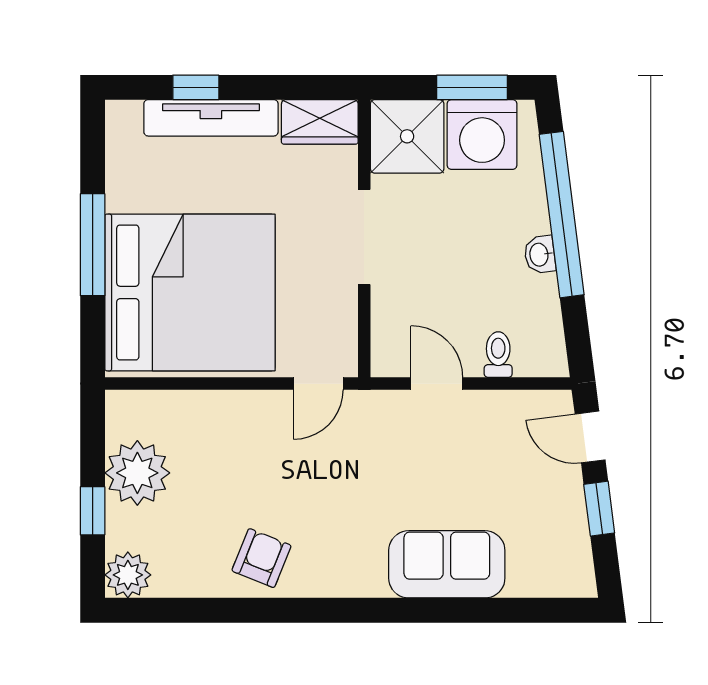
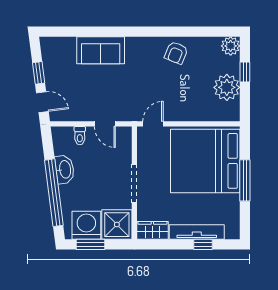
washbasin: (540, 255) -> (65, 169), width x1.91, depth x1.45

